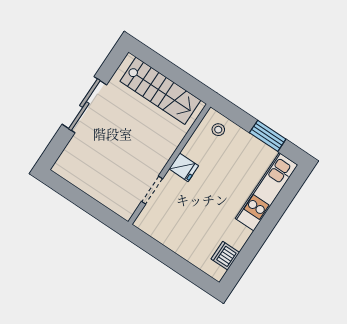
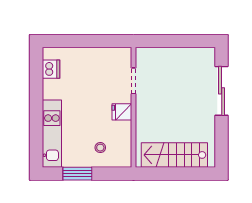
sliding door: (84, 105) -> (222, 91), moved
stool: (218, 130) -> (100, 148), moved

